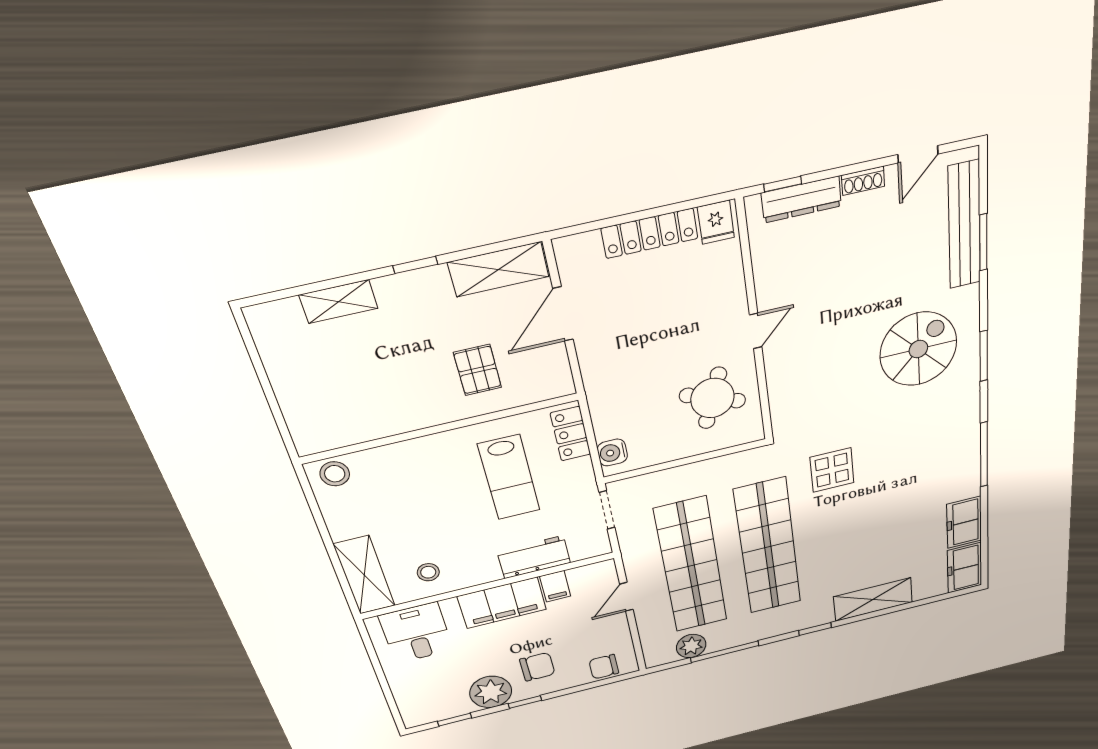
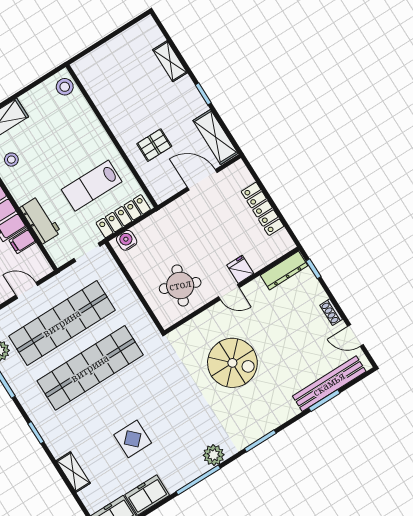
dresser: (801, 199) -> (284, 270), moved, turned -90
fridge: (716, 222) -> (240, 269), moved, turned 90
spiral stairs: (918, 349) -> (232, 363), moved
plant: (965, 425) -> (214, 455), added
locker: (571, 434) -> (123, 216), width x1.53
display table: (832, 470) -> (133, 439), moved
shelving: (873, 599) -> (73, 472), width x0.67, depth x0.75

